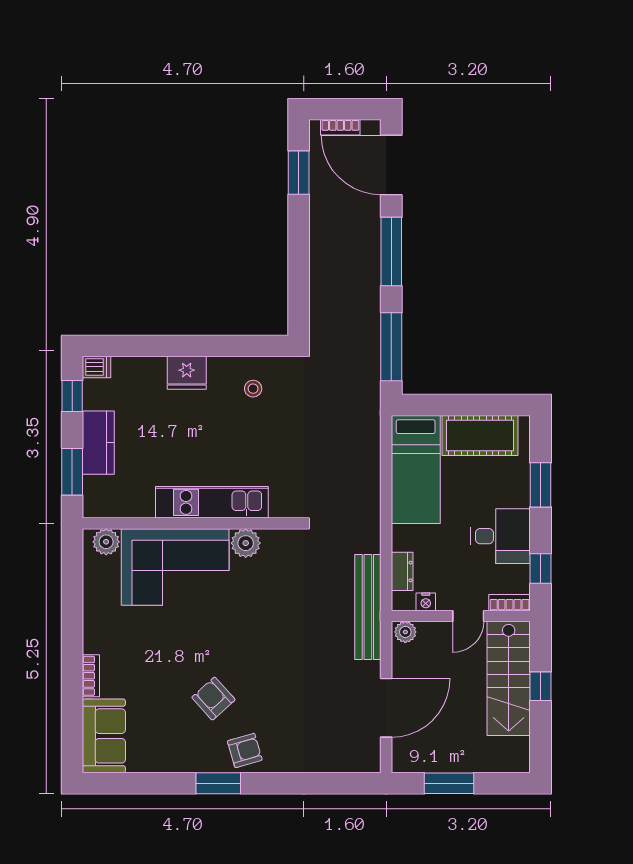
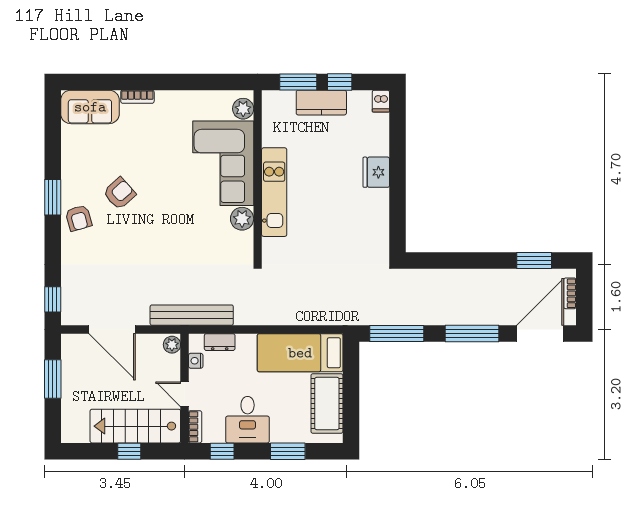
stool: (253, 389) -> (364, 225), removed
window: (72, 396) -> (340, 82), moved
window: (348, 783) -> (53, 299), added

